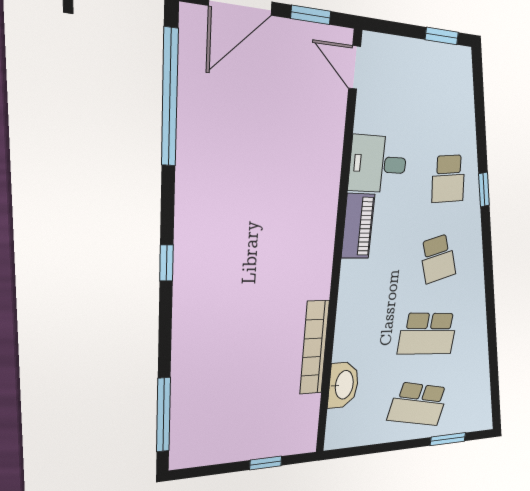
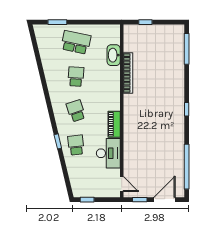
desk: (378, 164) -> (108, 153), width x1.37
school desk: (428, 334) -> (76, 77), width x0.54

